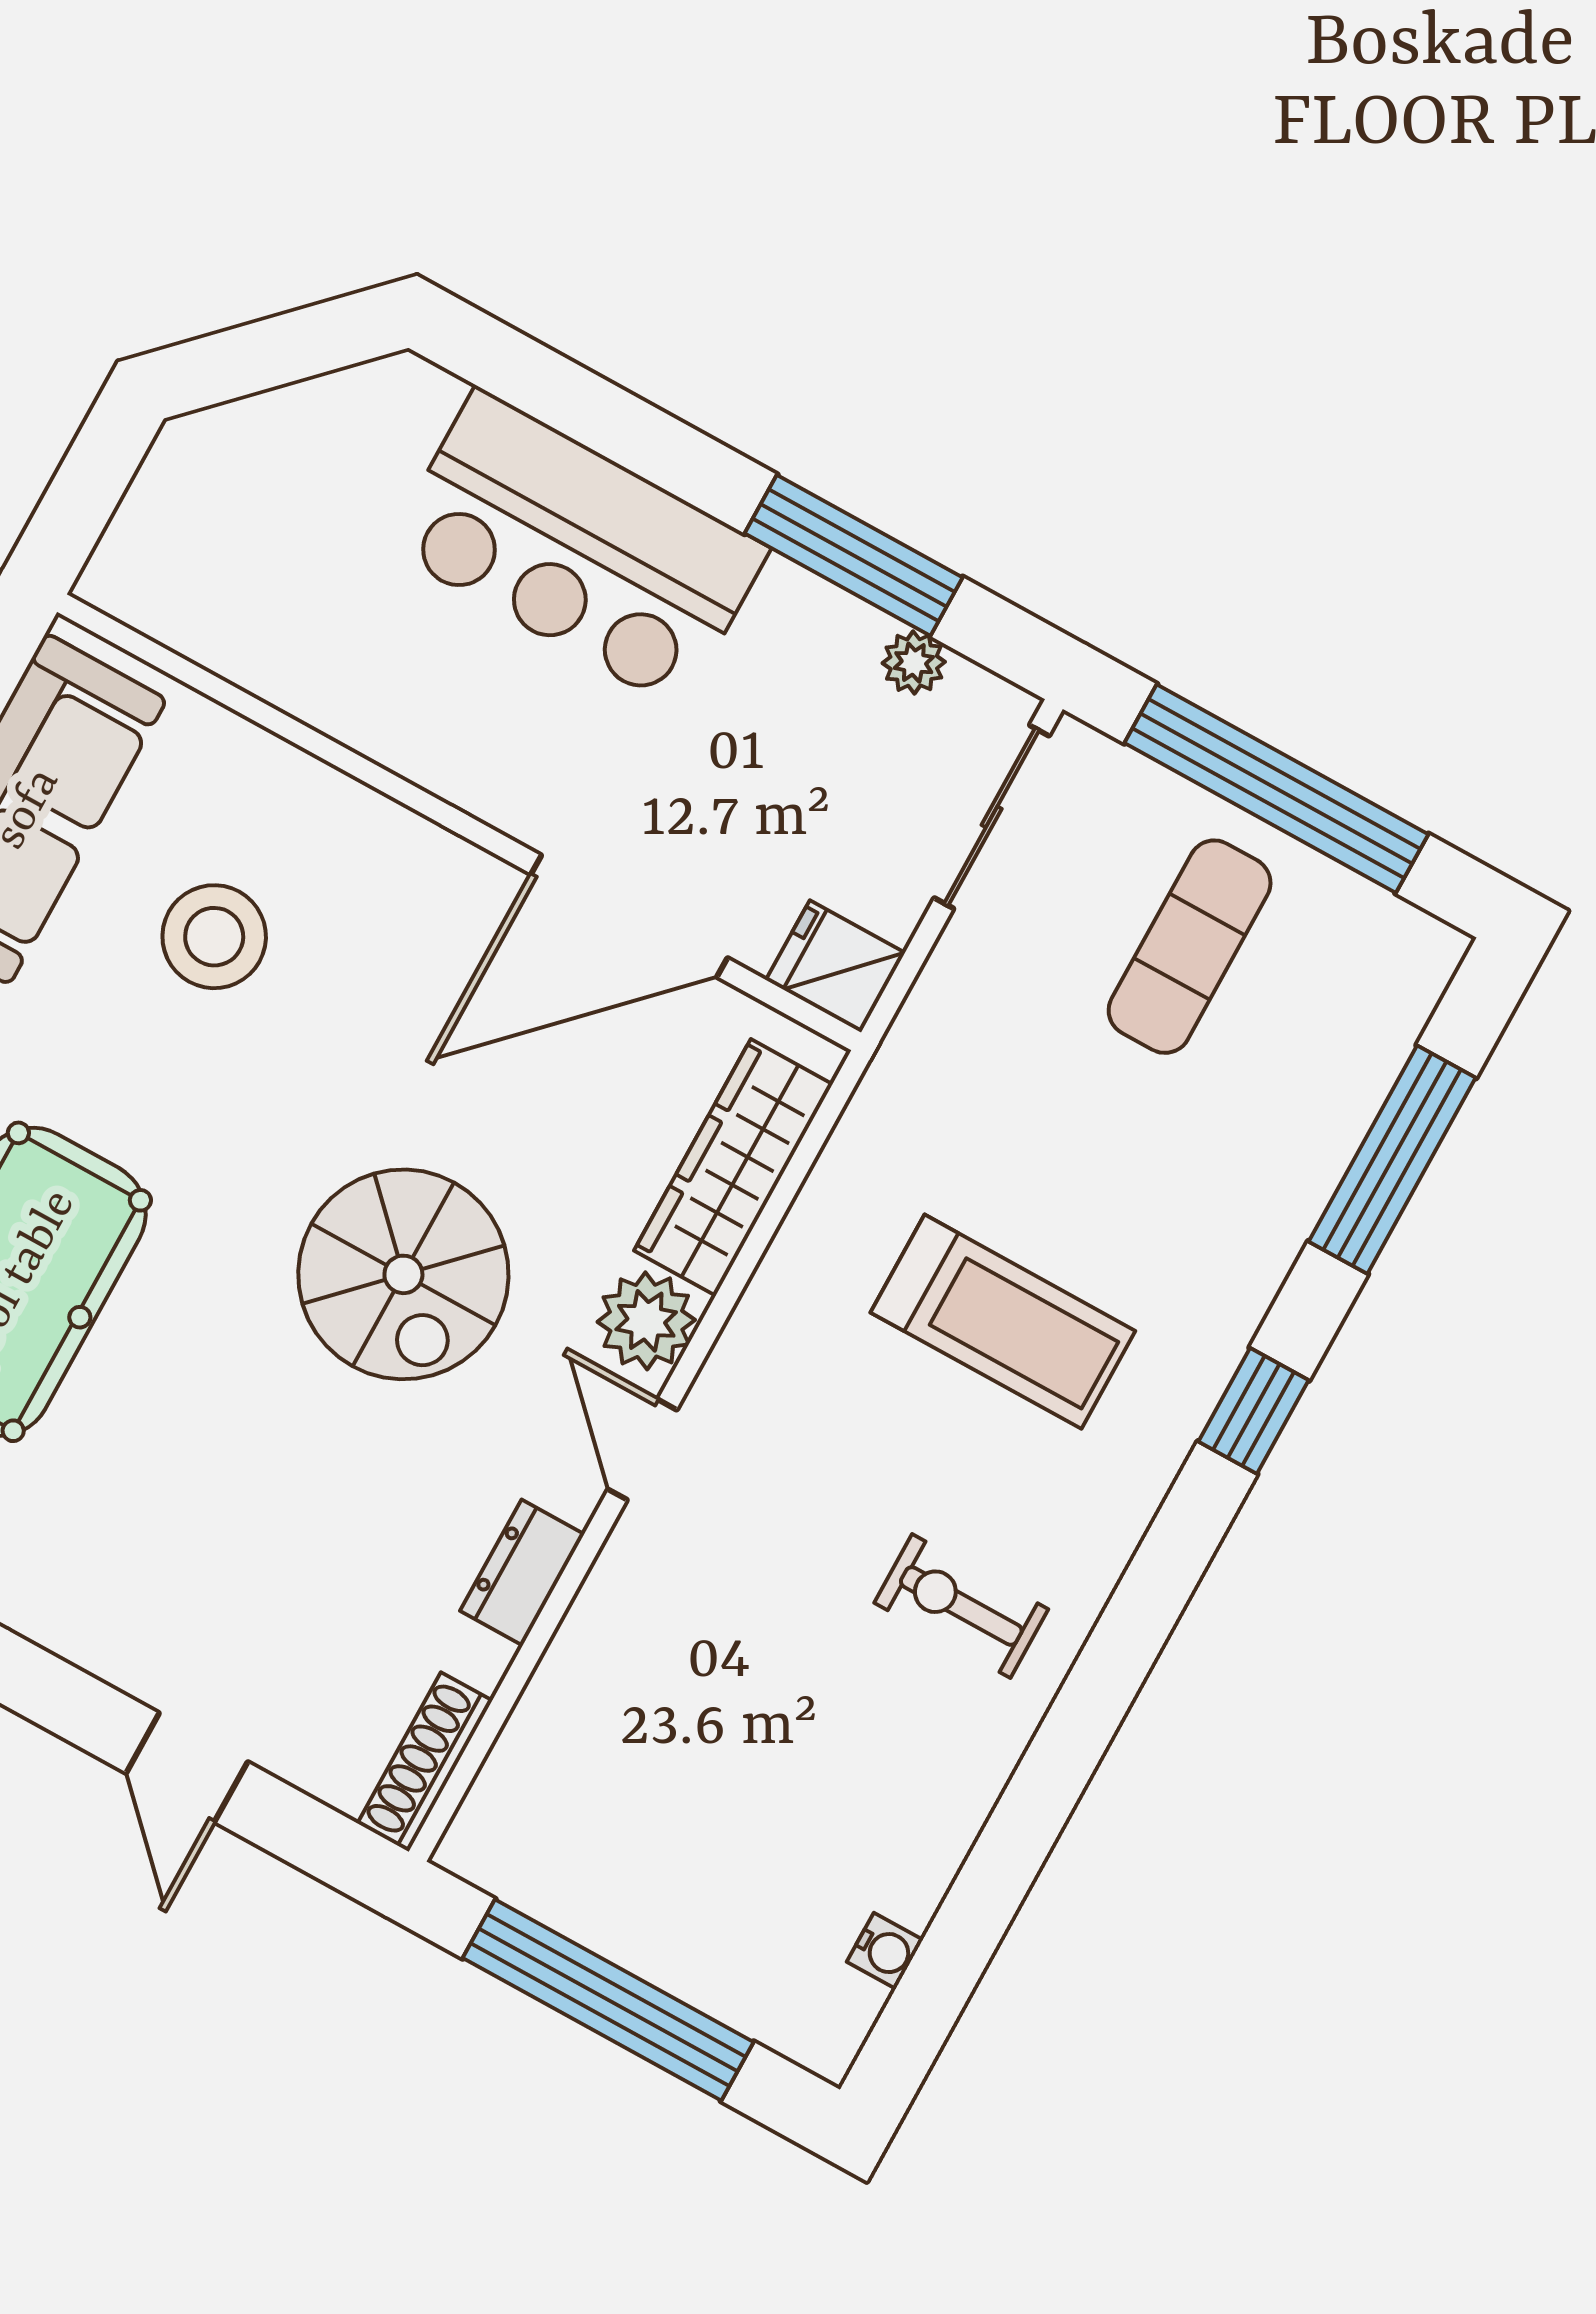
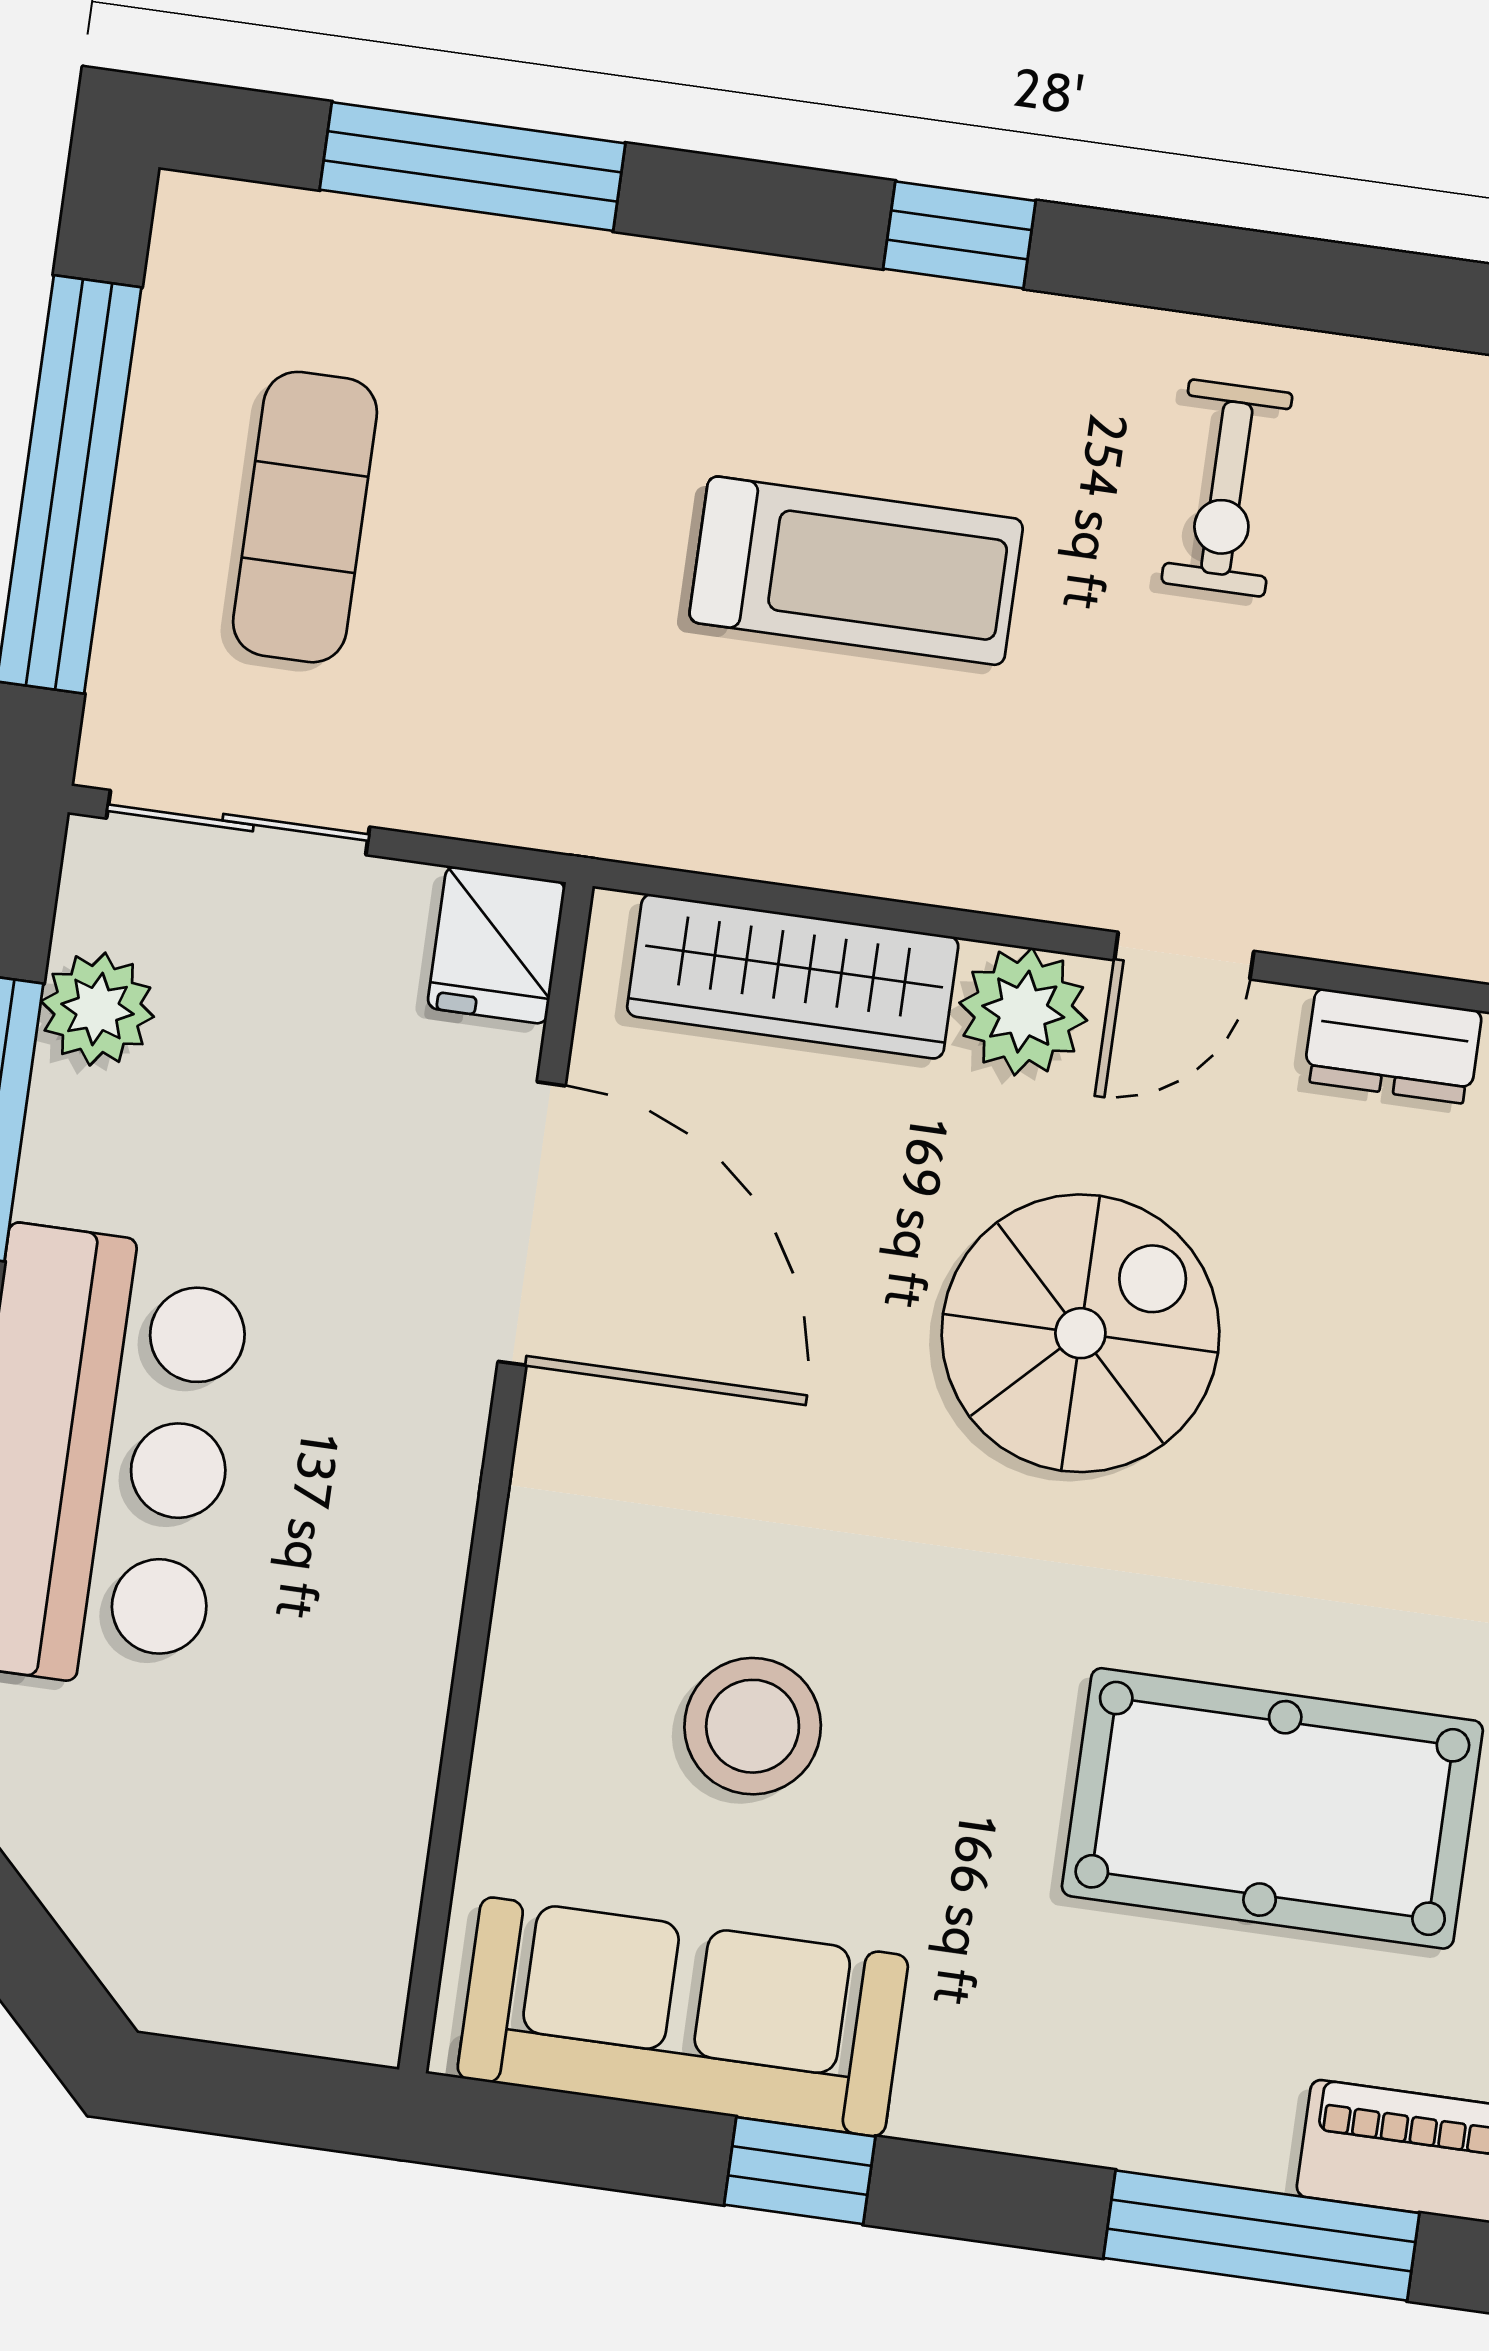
plant: (914, 663) -> (97, 1009), width x1.38, depth x1.38
exercise mat: (1190, 947) -> (305, 517), turned 90
treadmill: (1003, 1322) -> (856, 571), turned 90
window: (1253, 1411) -> (959, 235), moved

